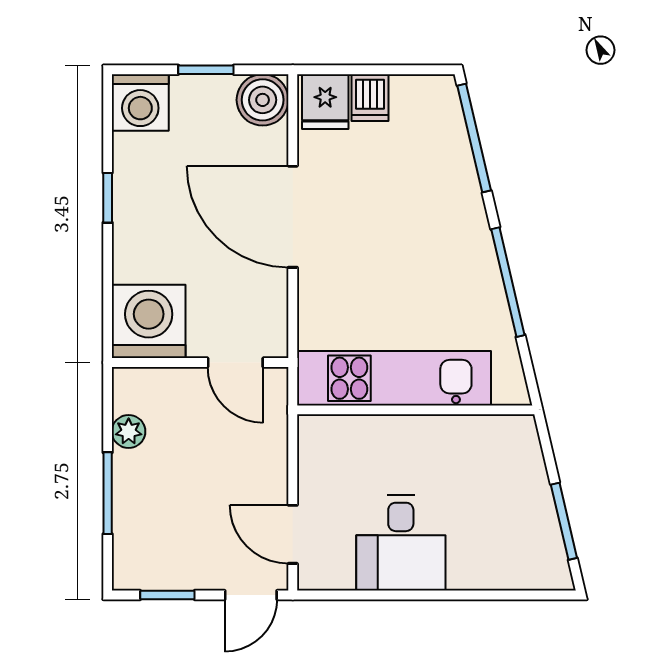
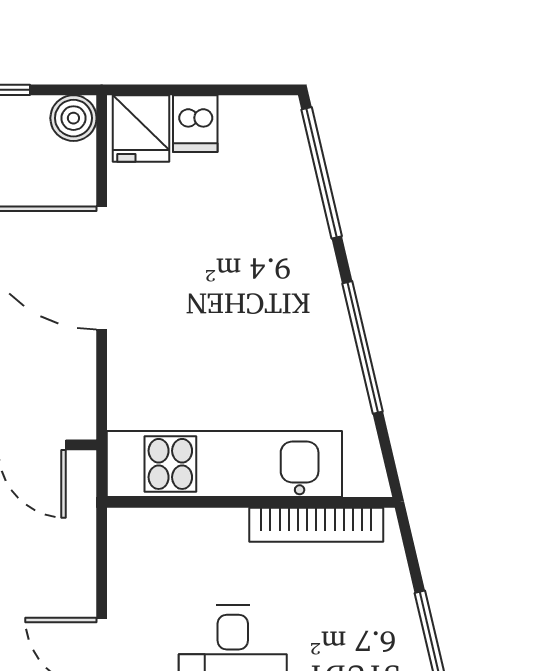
boiler: (263, 100) -> (73, 118), width x0.73, depth x0.73
bookcase: (470, 428) -> (316, 525), added

